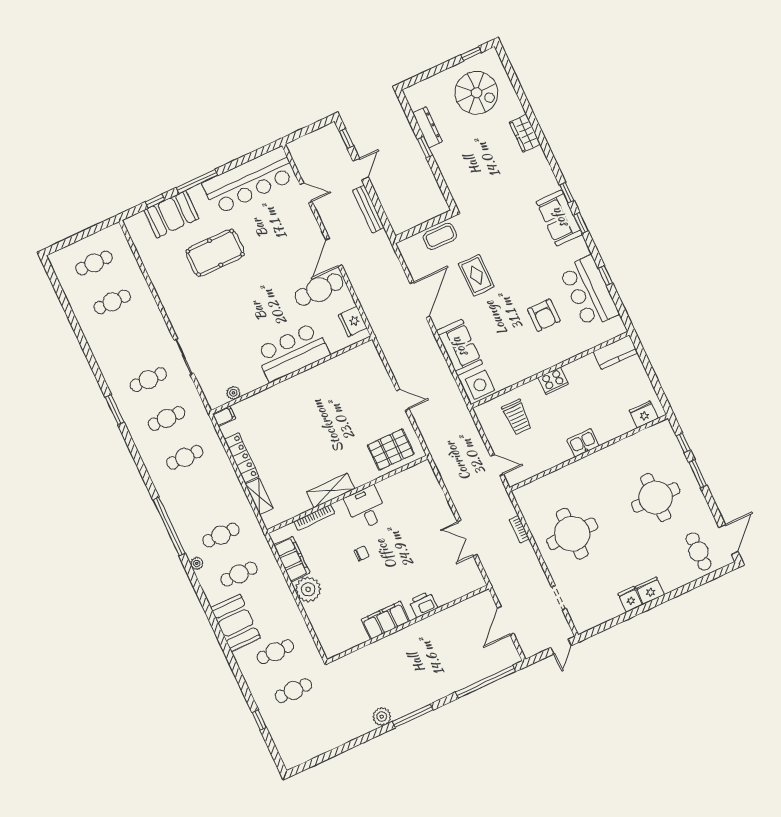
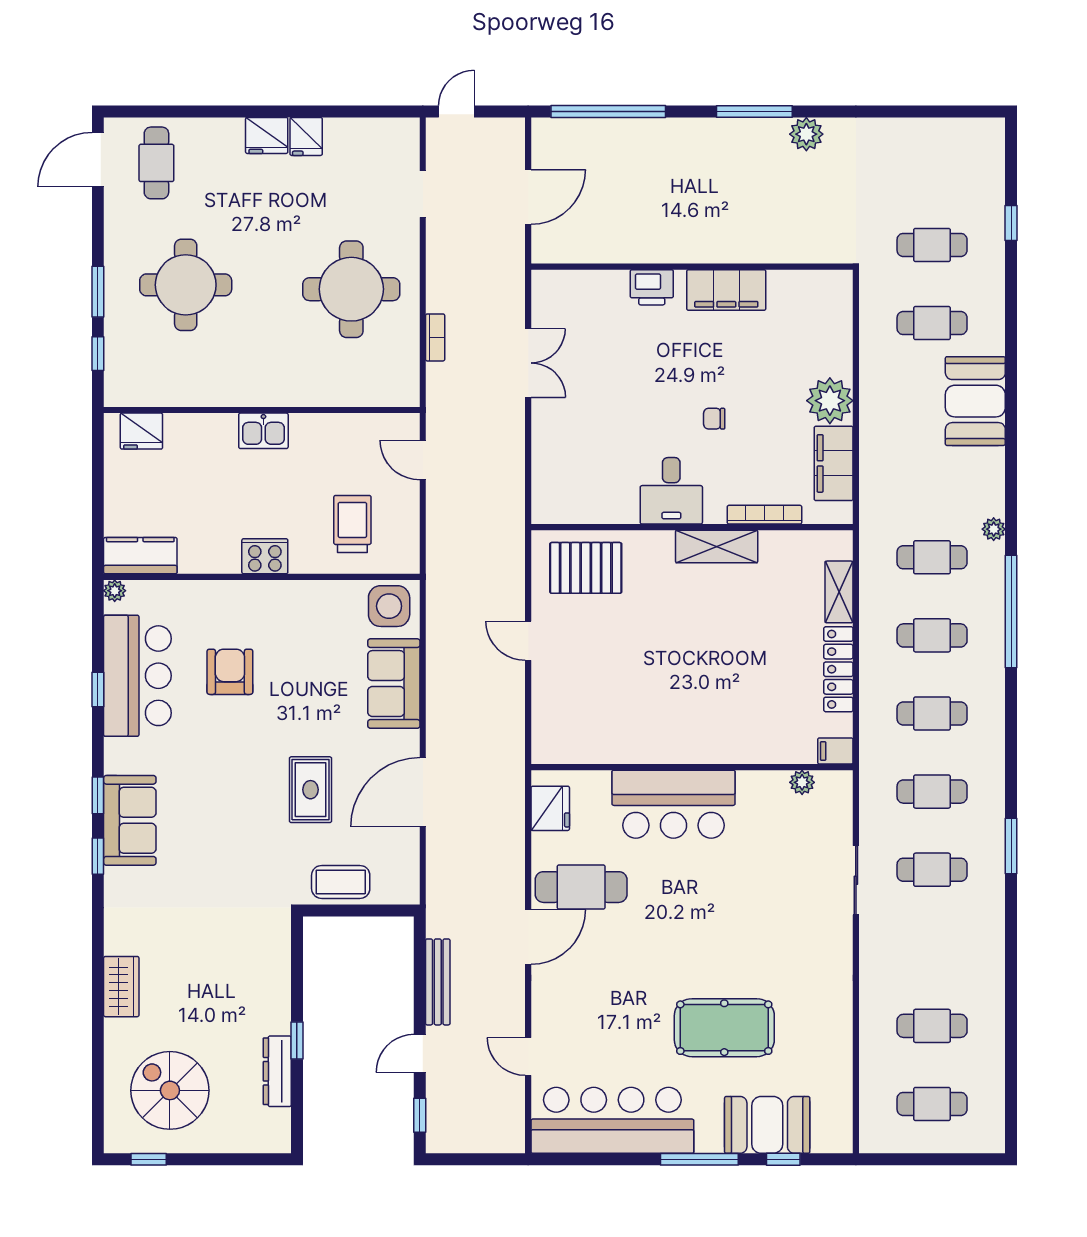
plant: (620, 329) -> (115, 591), added
cafe table: (239, 574) -> (932, 635), moved

